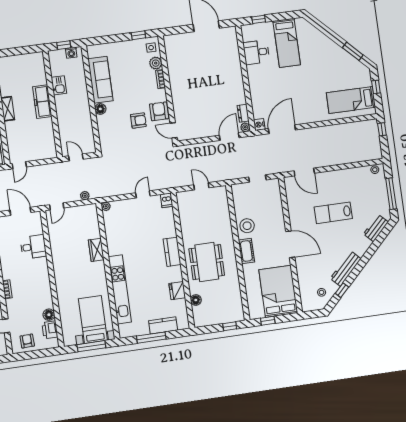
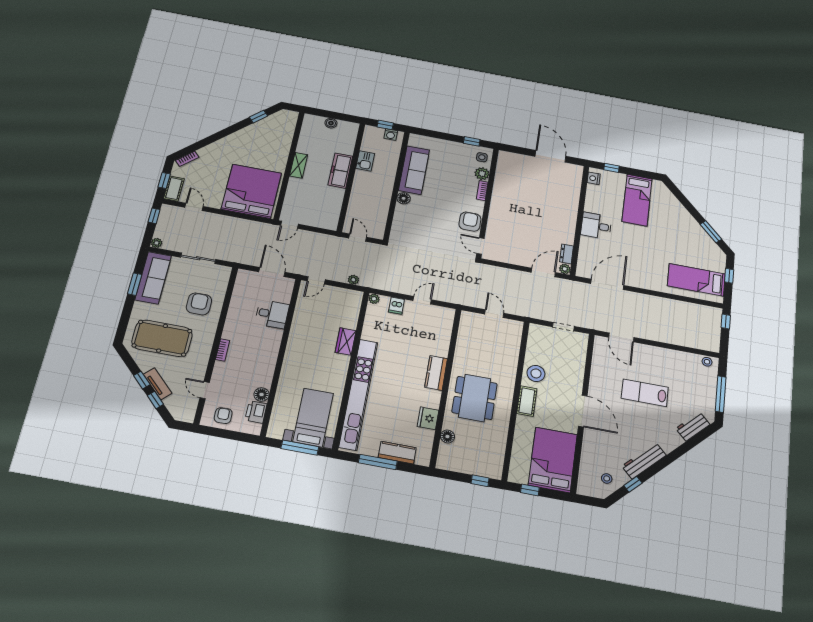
desk: (256, 52) -> (596, 226), moved
boiler: (20, 59) -> (331, 123), added
armchair: (138, 121) -> (443, 223), removed
nightstand: (259, 125) -> (594, 178), moved
dishwasher: (167, 200) -> (396, 306), moved
kitchen unit: (120, 289) -> (358, 394), width x1.36

